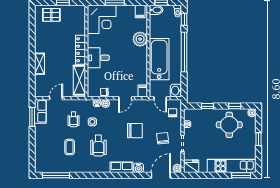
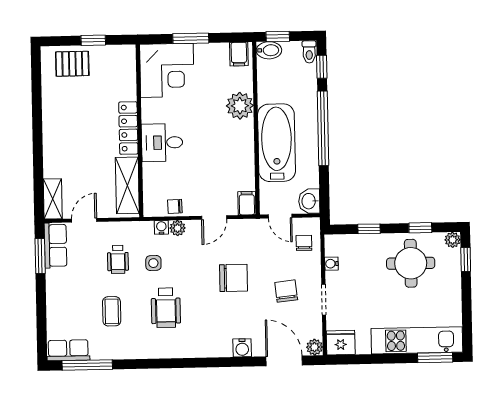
shelving: (40, 64) -> (53, 199), moved
window: (259, 139) -> (466, 260), moved
row of seats: (122, 167) -> (68, 350), moved
door: (161, 175) -> (284, 361), hinge flipped

